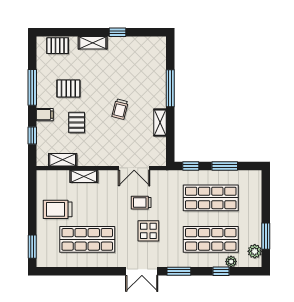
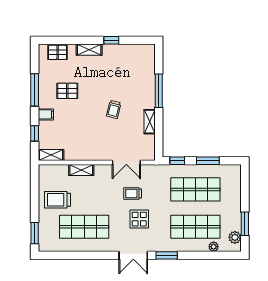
pallet: (77, 122) -> (75, 122), removed
shelving: (63, 160) -> (51, 155), moved
window: (221, 271) -> (205, 255), removed

